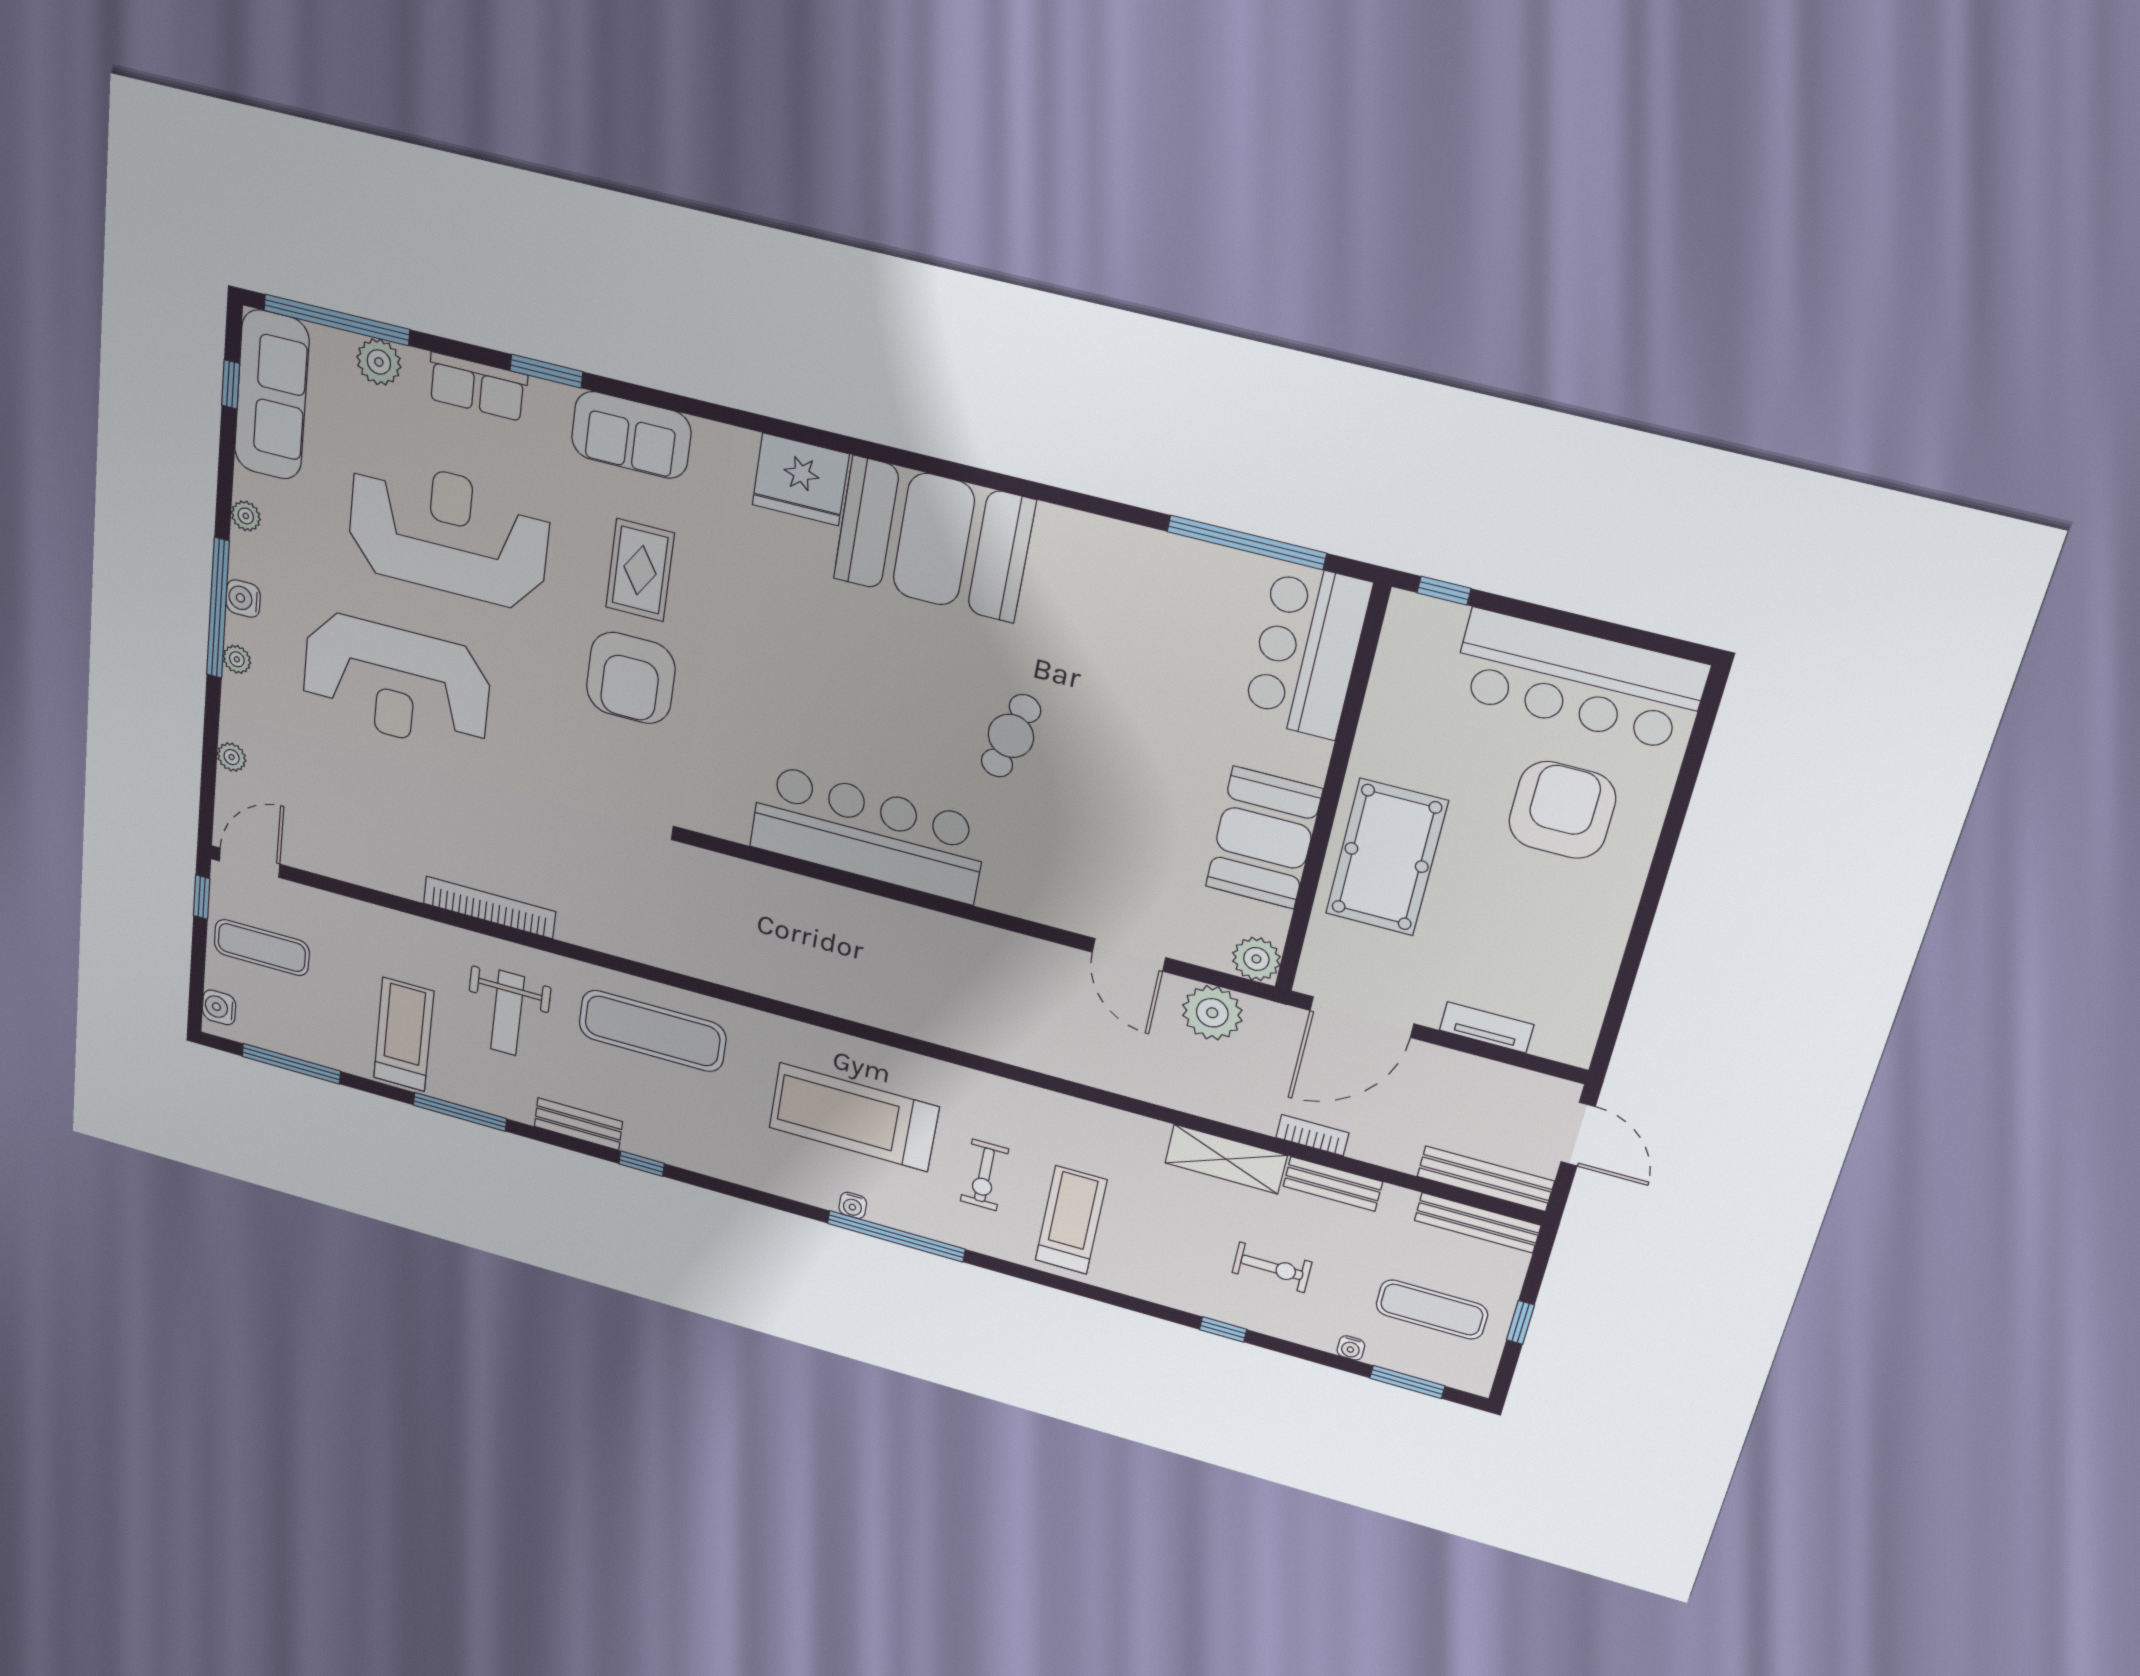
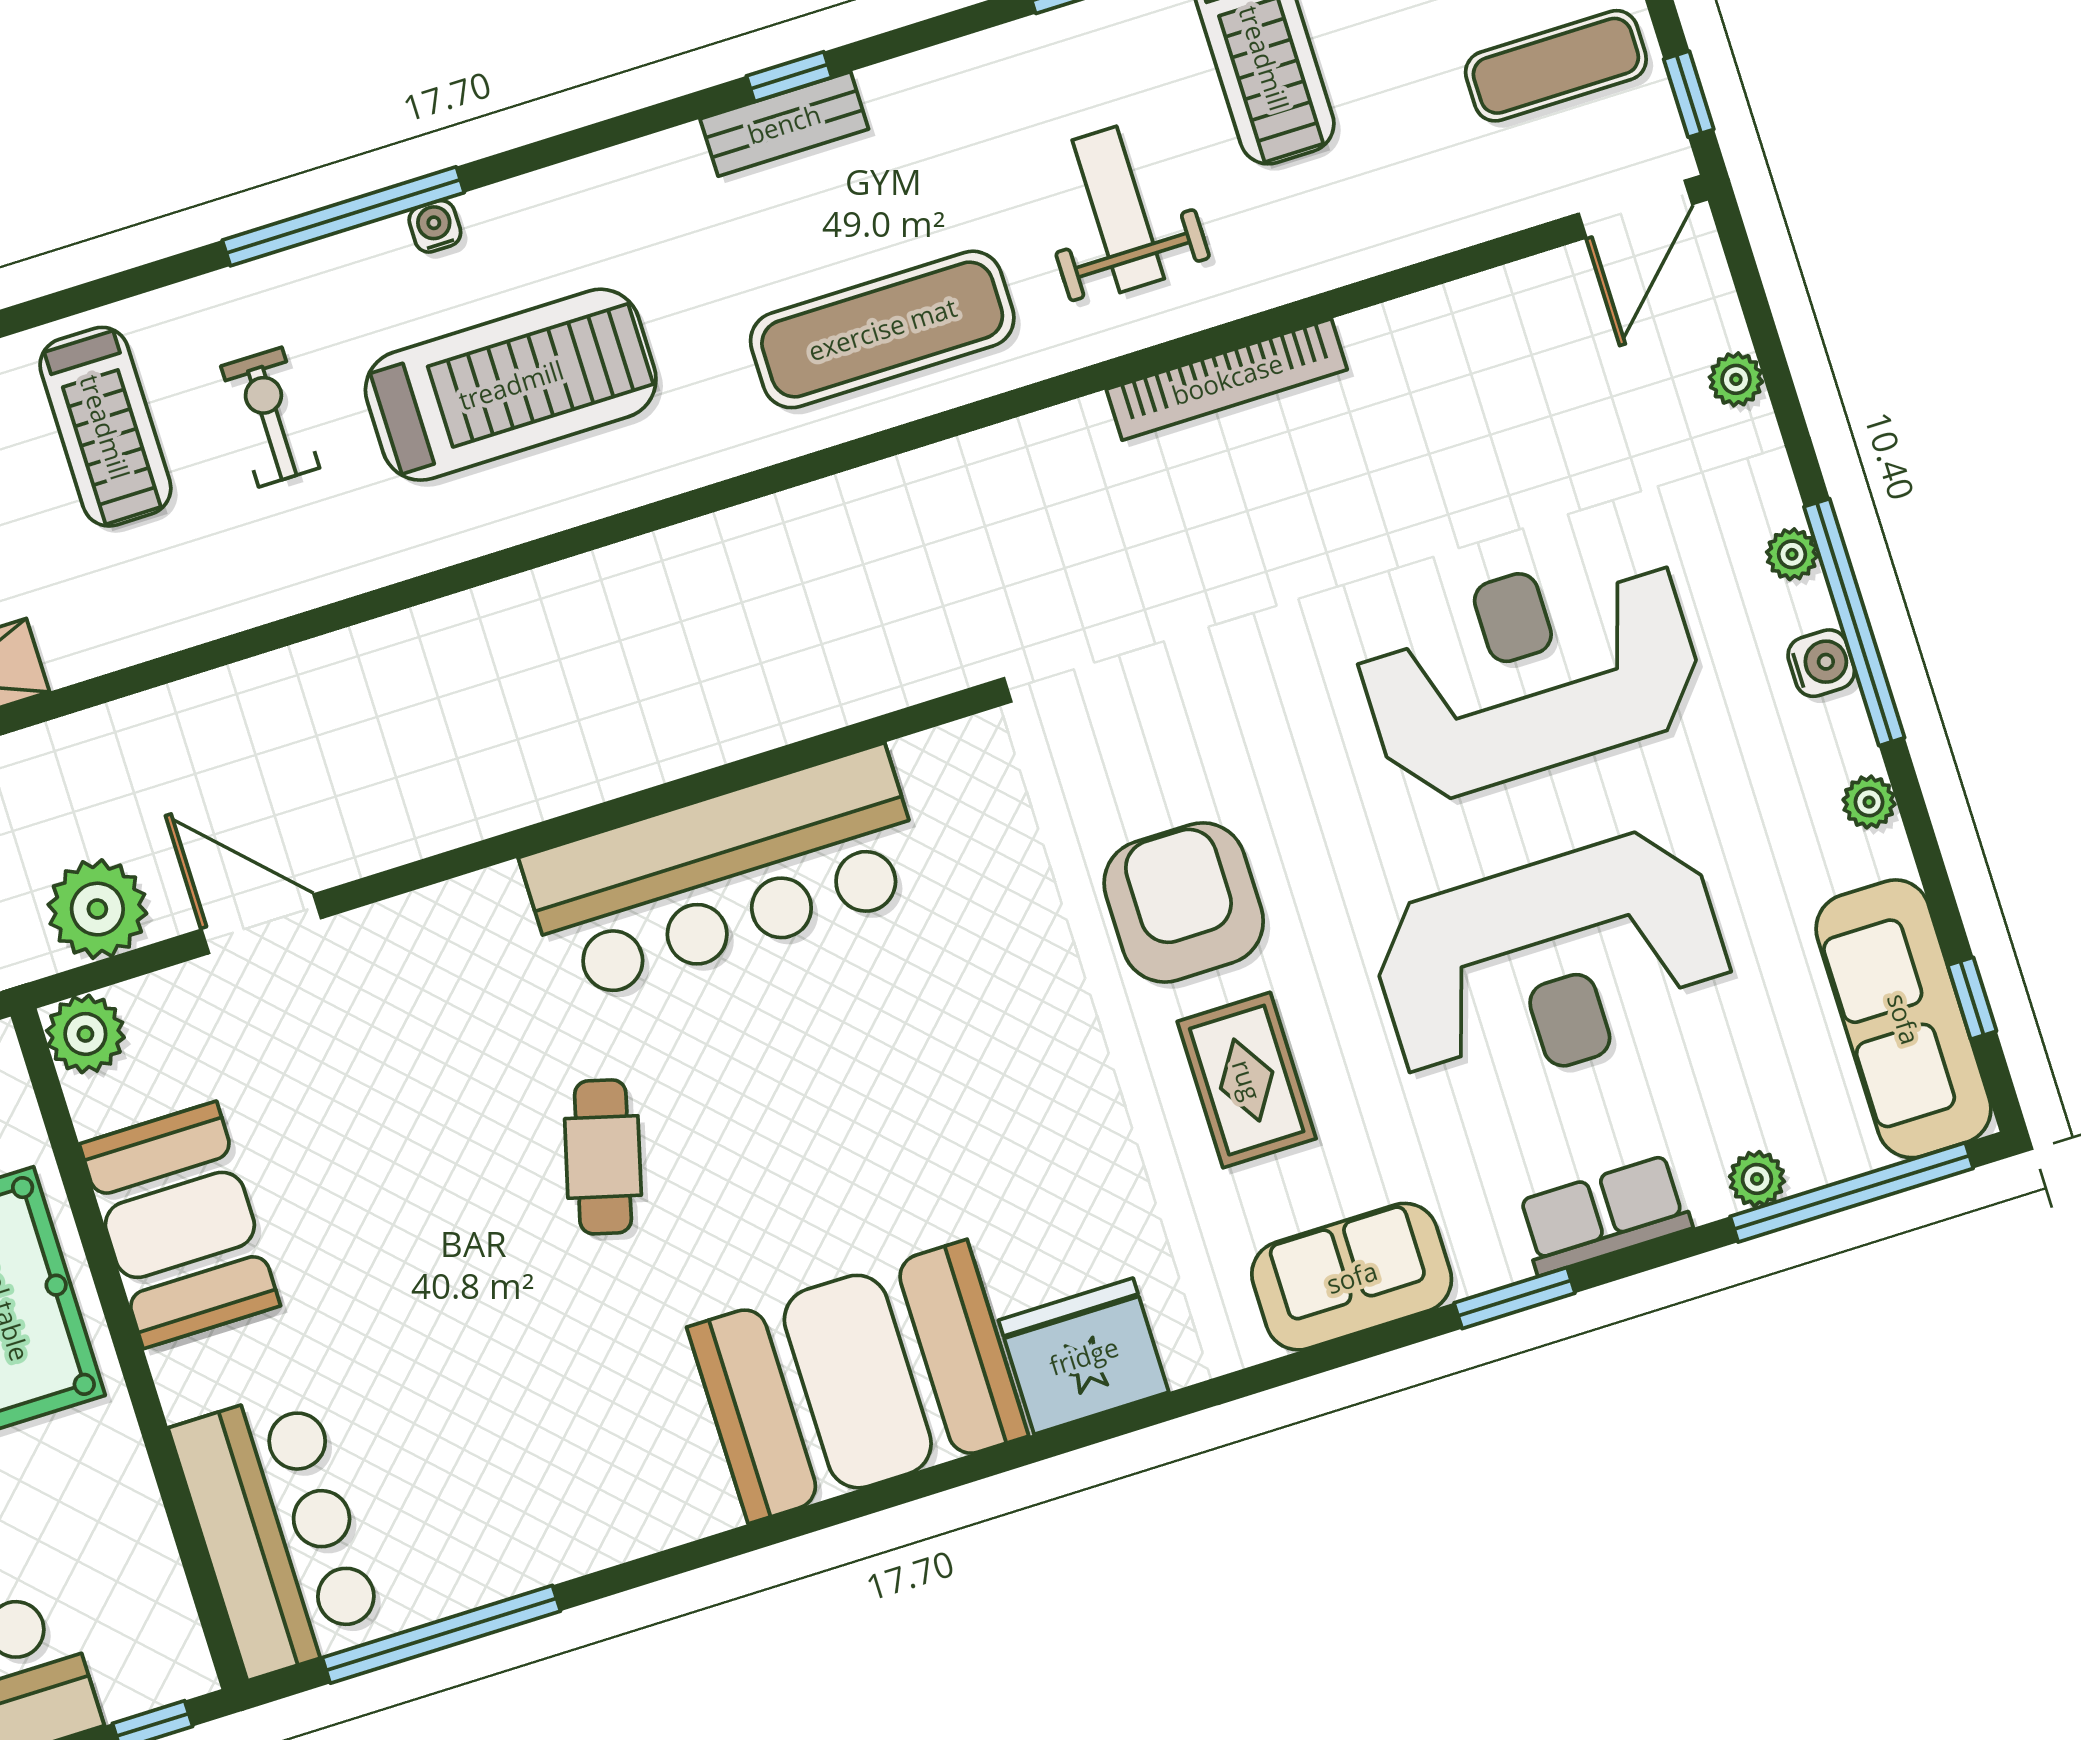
plant: (379, 362) -> (1757, 1179), width x0.73, depth x0.73
bench: (578, 1124) -> (784, 124), moved

